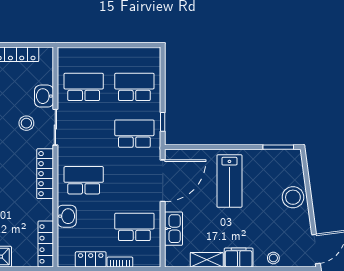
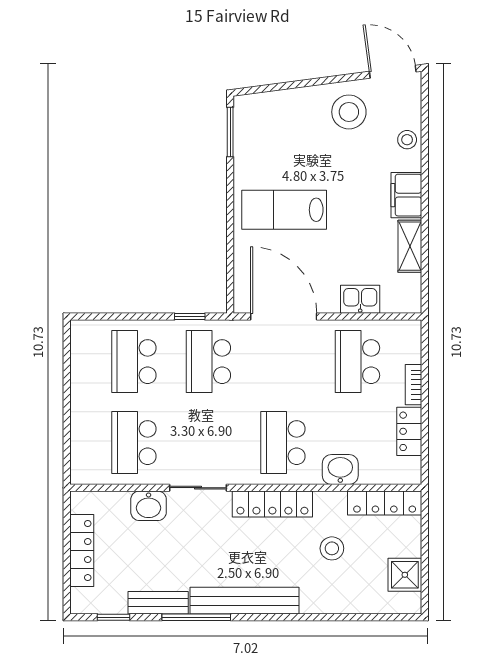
stool: (26, 123) -> (332, 548), moved
lab bench: (229, 181) -> (284, 210), turned 180
stool: (293, 197) -> (349, 112), moved
kitchen sink: (173, 229) -> (360, 299), width x0.73

